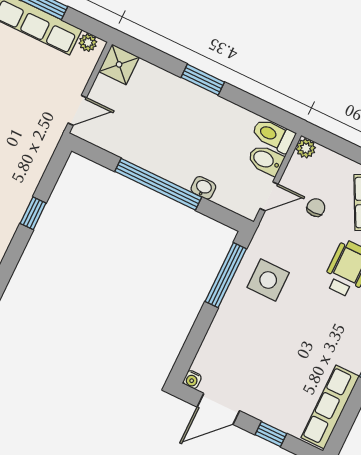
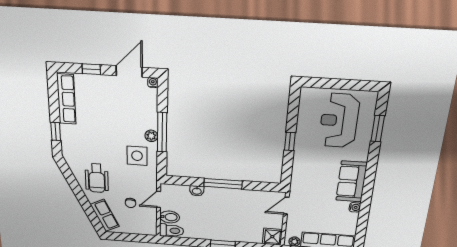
plant: (306, 148) -> (151, 136), moved
window: (158, 184) -> (223, 184), width x0.68
window: (226, 275) -> (162, 132), moved

